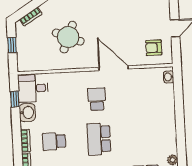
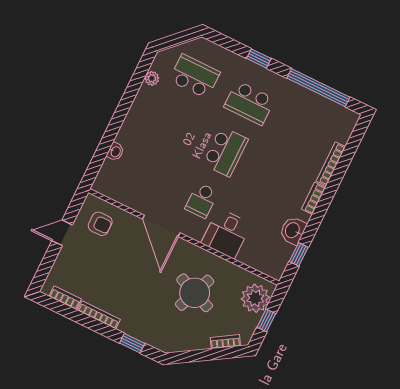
plant: (27, 55) -> (255, 298), added
washbasin: (169, 77) -> (115, 152), moved
desk: (33, 88) -> (226, 233), moved, turned 90
school desk: (54, 141) -> (280, 178), removed

